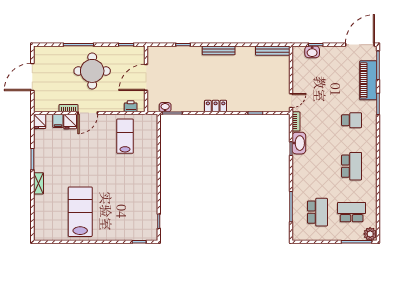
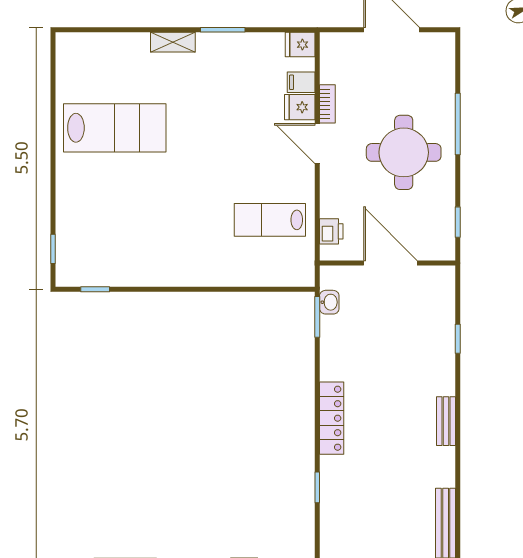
bench: (219, 50) -> (446, 421), width x0.73
locker: (216, 106) -> (332, 418), width x1.53
lab bench: (125, 136) -> (270, 220), turned 180

